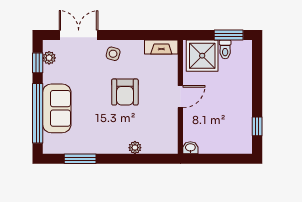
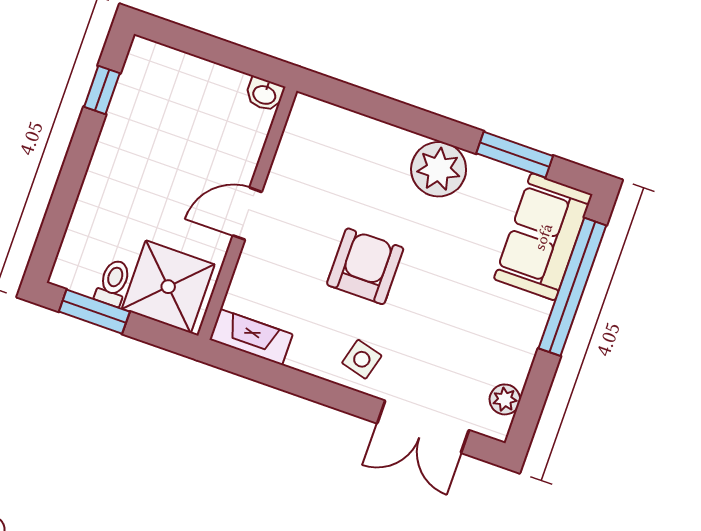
window: (38, 63) -> (534, 397), removed
sofa: (57, 108) -> (543, 237), moved
plant: (135, 148) -> (439, 169), moved, width x1.88, depth x1.88

